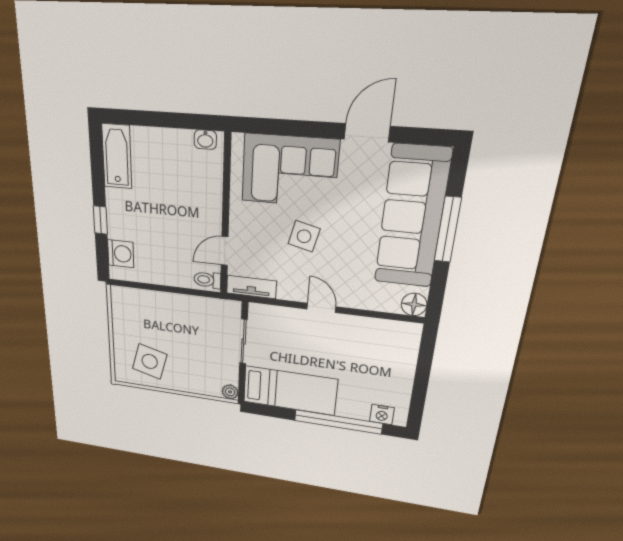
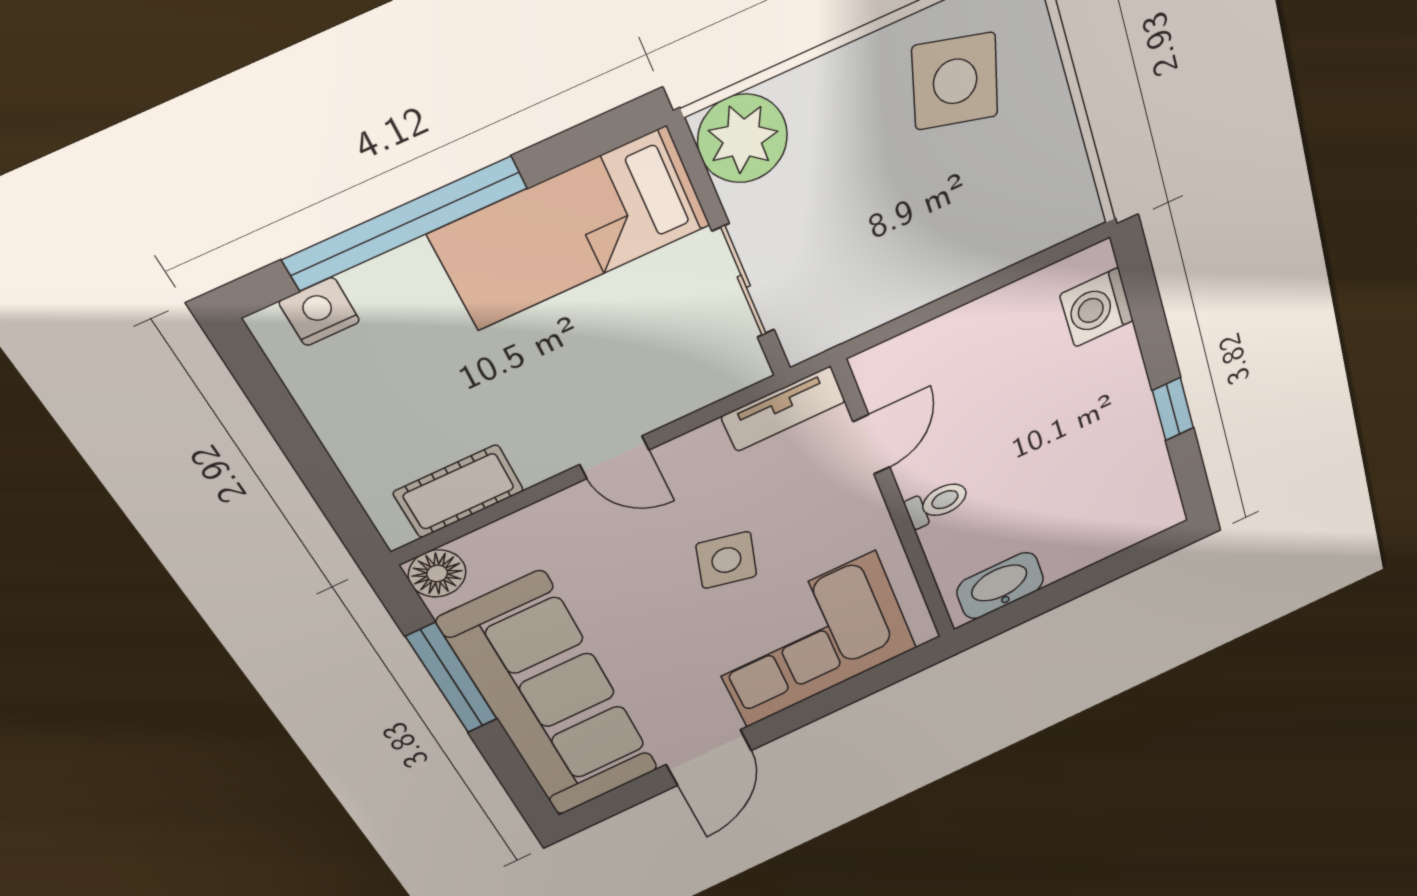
washbasin: (205, 140) -> (1000, 586), width x1.91, depth x1.45
bathtub: (117, 156) -> (1146, 484), removed
window: (100, 220) -> (1173, 409), moved
window: (448, 230) -> (452, 678), moved
toilet: (207, 280) -> (937, 503), moved
cot: (383, 331) -> (459, 491), added
plant: (230, 392) -> (743, 139), width x1.88, depth x1.88

